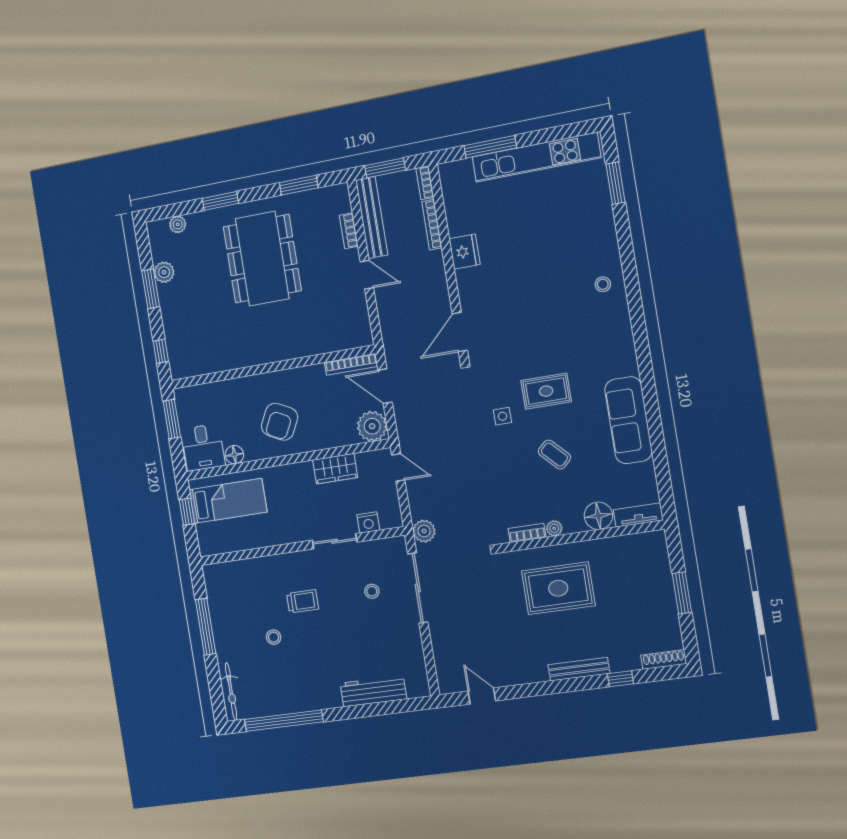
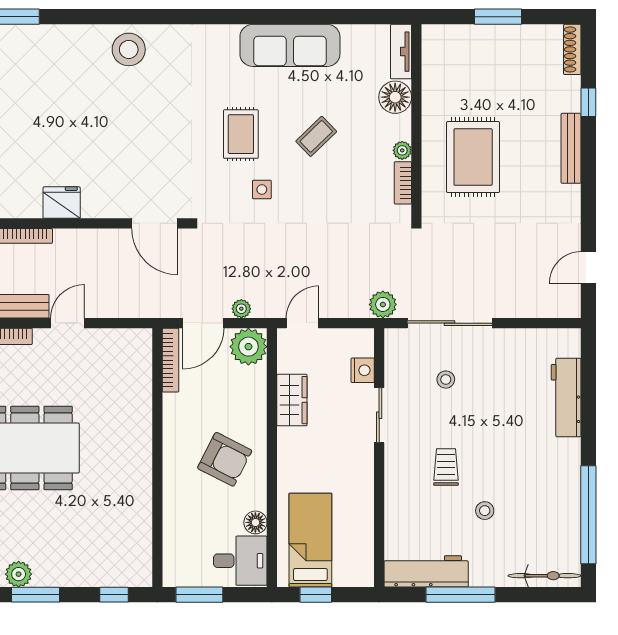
stool: (603, 284) -> (129, 49), width x1.89, depth x1.89
plant: (402, 415) -> (241, 309), added
workbench: (219, 597) -> (426, 571), added

